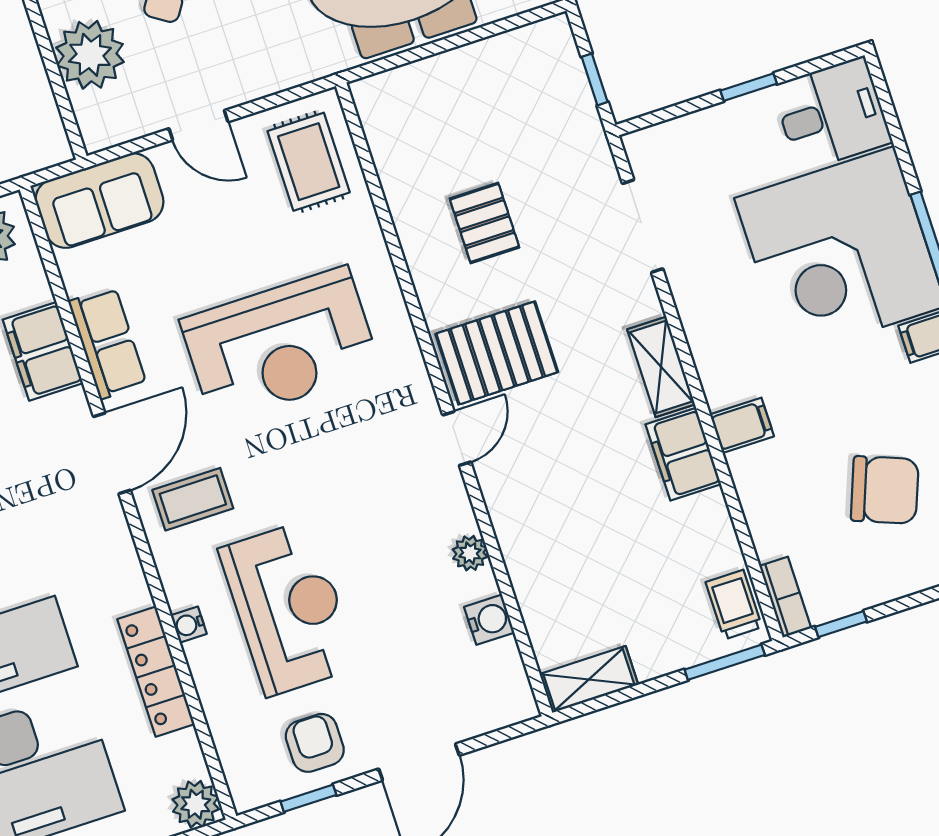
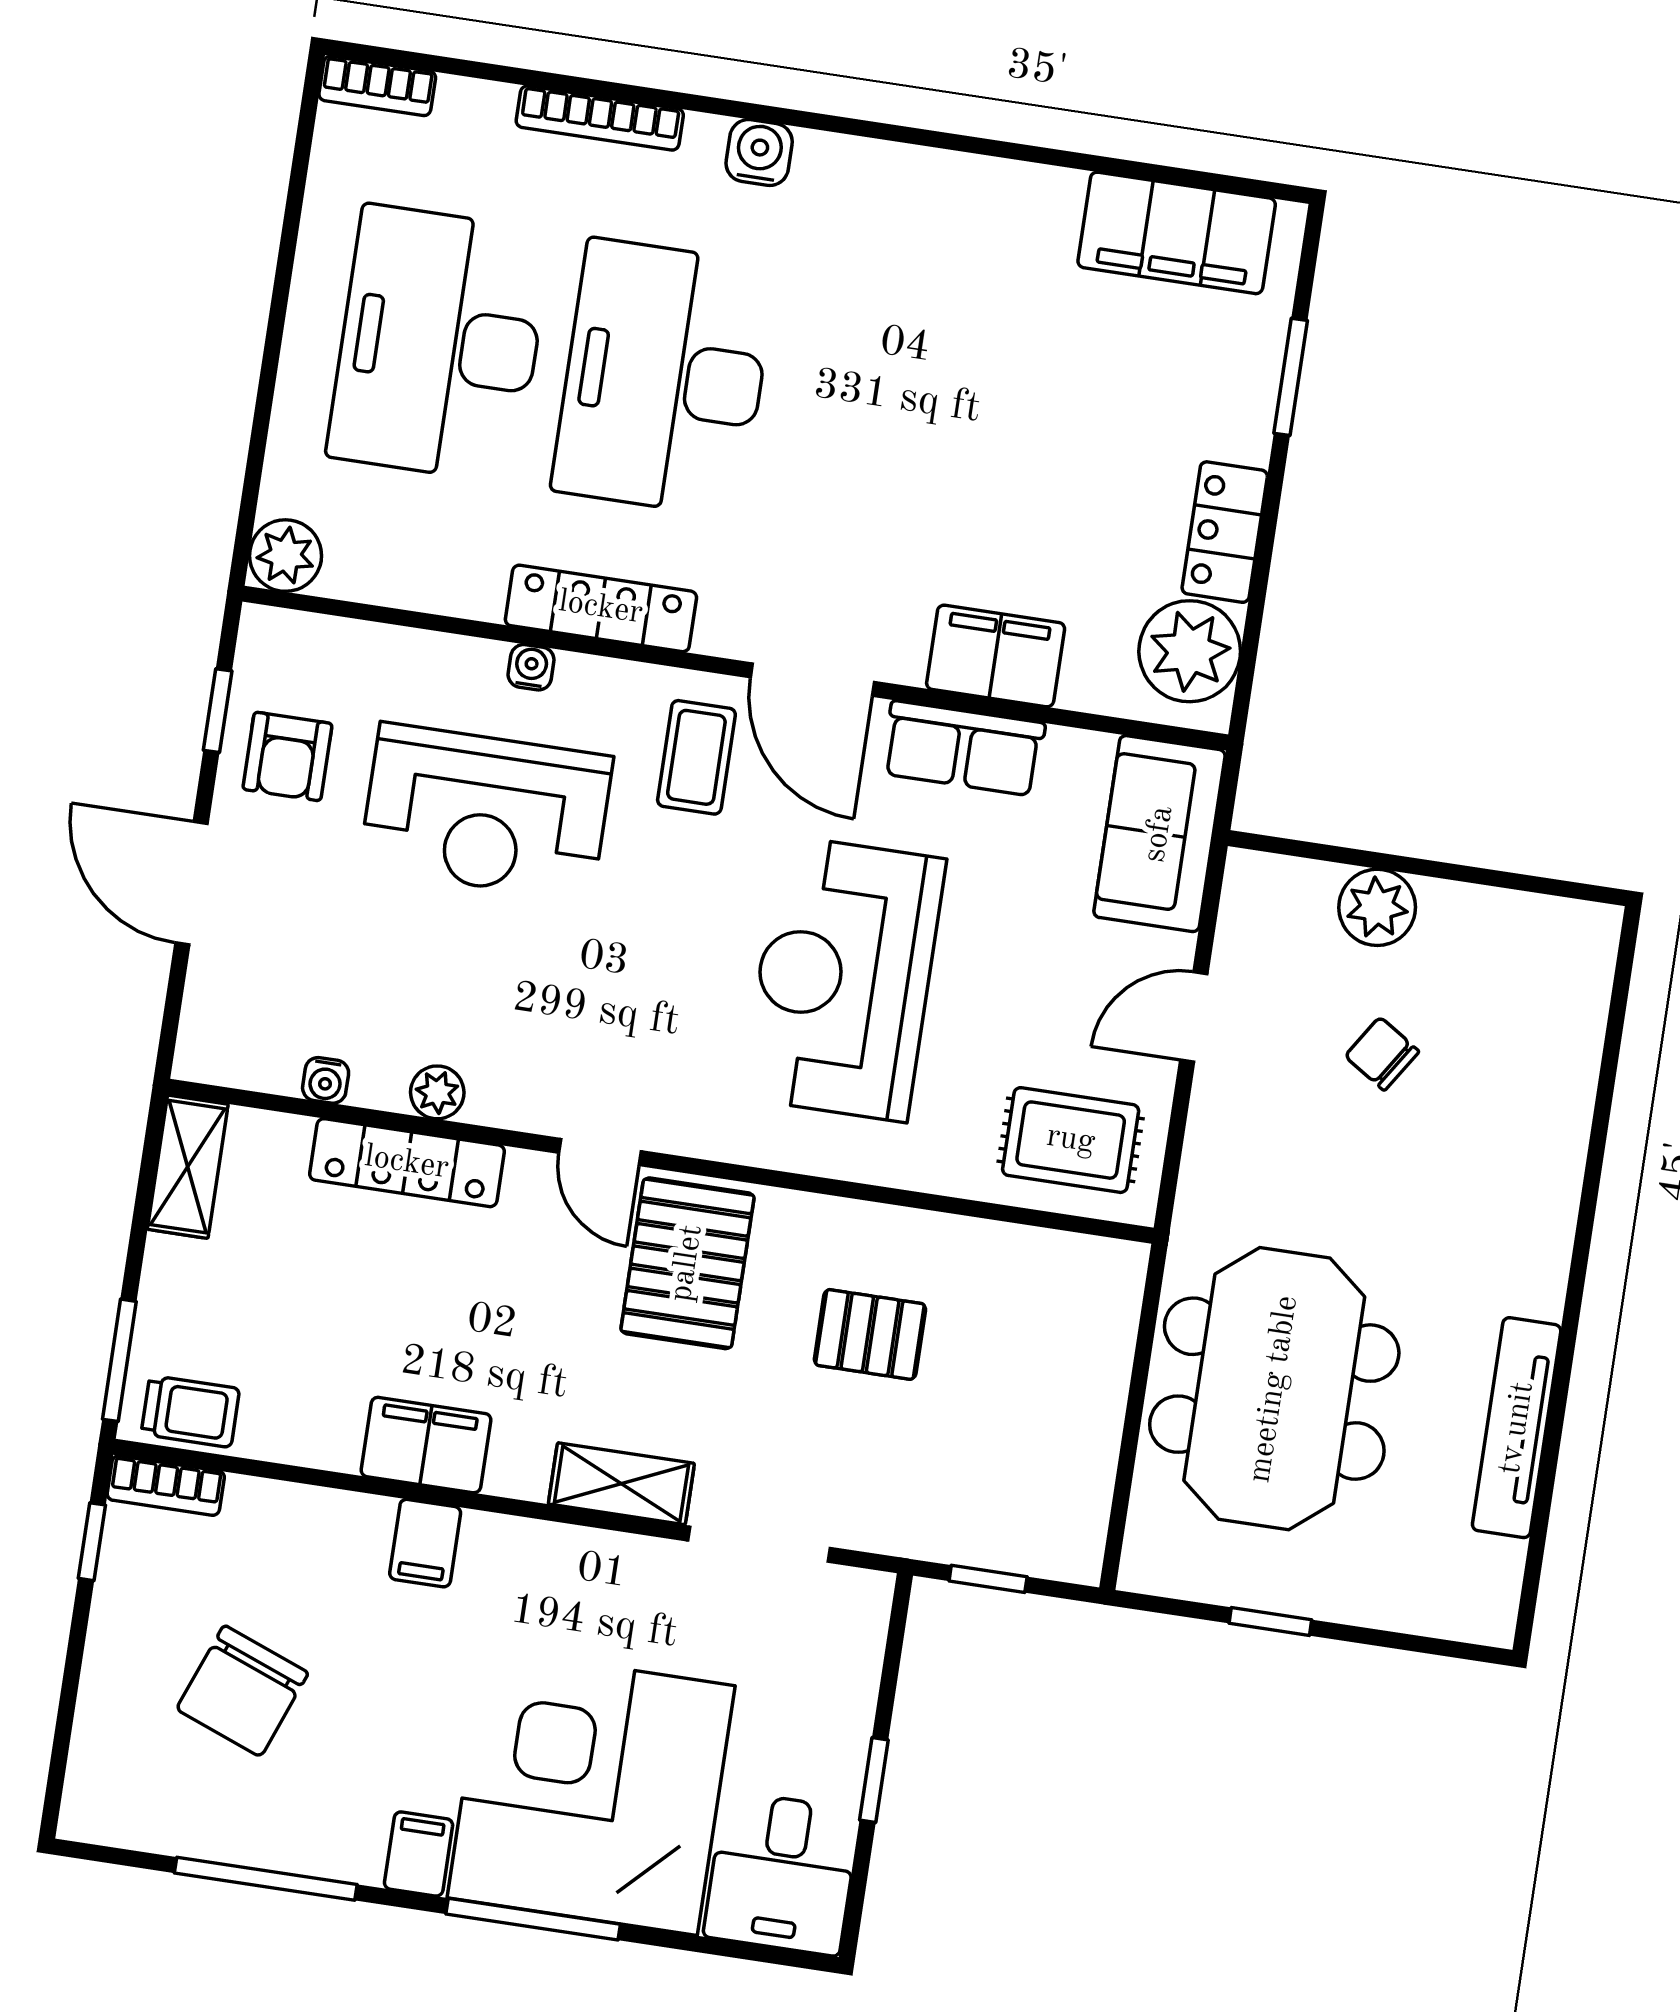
plant: (90, 55) -> (1377, 907), width x0.73, depth x0.73
shelving: (661, 367) -> (621, 1484), moved
locker: (521, 550) -> (407, 1163), added
water cooler: (489, 620) -> (326, 1080), width x0.72, depth x0.72
locker: (156, 672) -> (601, 608), moved
armchair: (315, 743) -> (287, 756), turned 90

